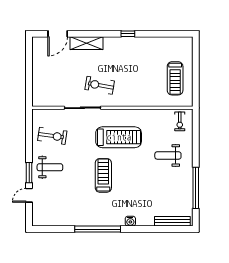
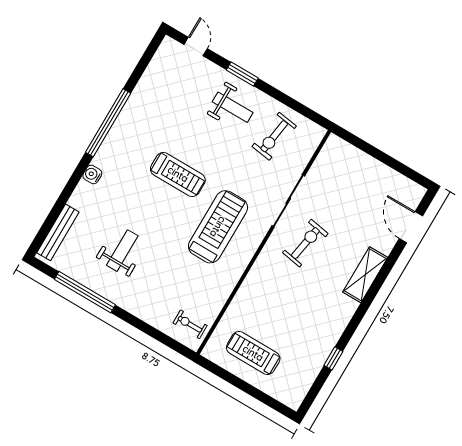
window: (128, 34) -> (333, 358), moved
shelving: (86, 43) -> (365, 275), moved
treadmill: (119, 137) -> (218, 227), turned 180
weight bench: (168, 155) -> (122, 251), moved
weight bench: (50, 167) -> (233, 107), turned -90
door: (29, 195) -> (196, 47), moved

